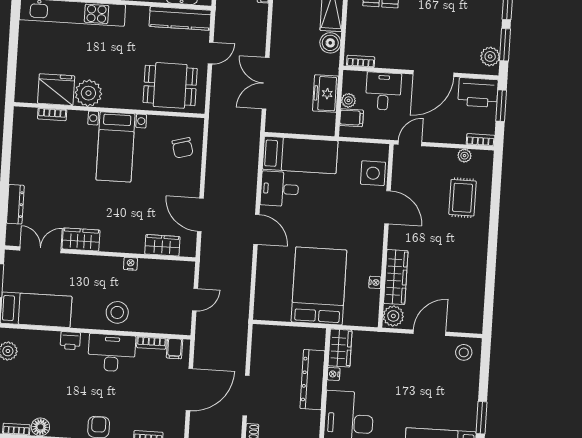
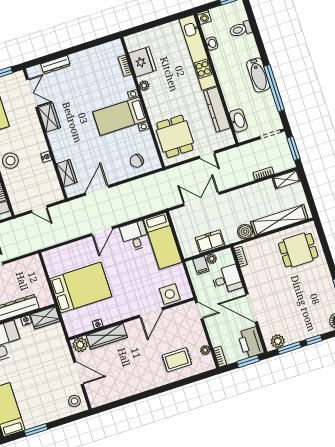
kitchen counter: (180, 18) -> (217, 110), moved
plant: (88, 93) -> (144, 86), width x0.53, depth x0.53

